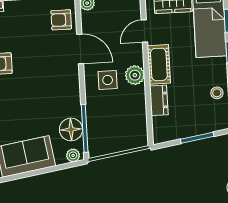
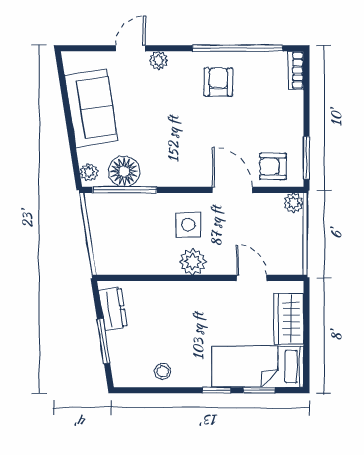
armchair: (61, 20) -> (273, 166), turned -90
door: (80, 49) -> (232, 190), swing flipped
cot: (159, 64) -> (205, 295), removed
dresser: (159, 100) -> (113, 309), moved, turned -99

